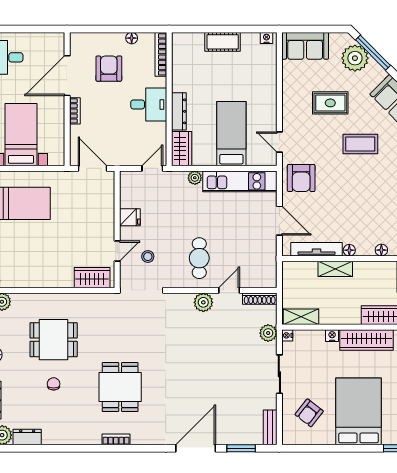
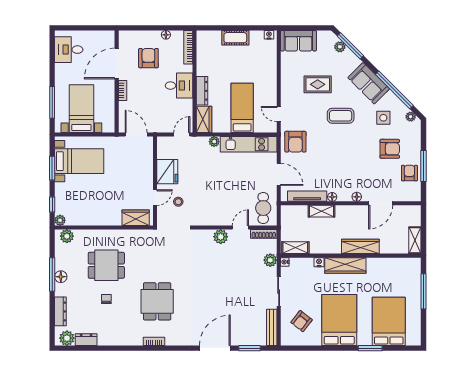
plant: (355, 58) -> (340, 47), width x0.53, depth x0.53
fridge: (130, 217) -> (167, 172), width x1.88, depth x1.34
cafe table: (199, 258) -> (263, 208), moved
bench: (270, 427) -> (272, 327), width x1.36

